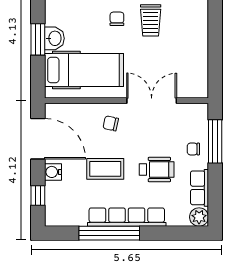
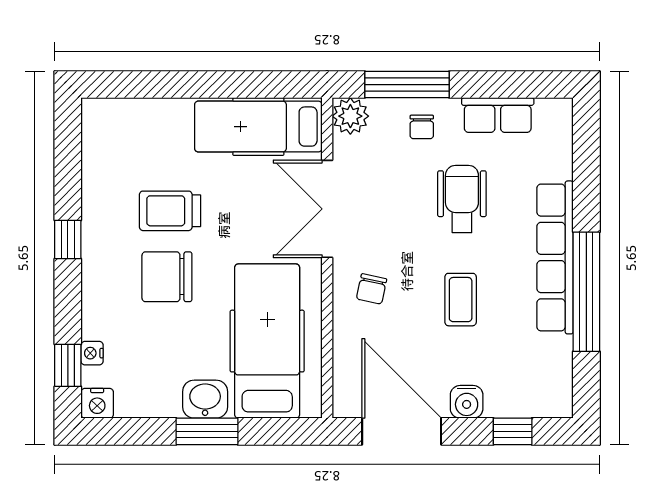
chair: (117, 19) -> (167, 277), width x1.87, depth x1.87
trolley: (151, 20) -> (170, 211), turned 180
hospital bed: (194, 66) -> (258, 127), added
door: (38, 139) -> (402, 431), hinge flipped
coffee table: (105, 169) -> (461, 300), width x0.73, depth x0.77
plant: (199, 217) -> (350, 116), moved

